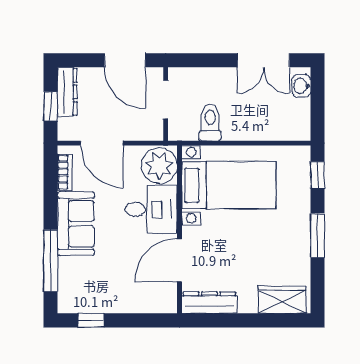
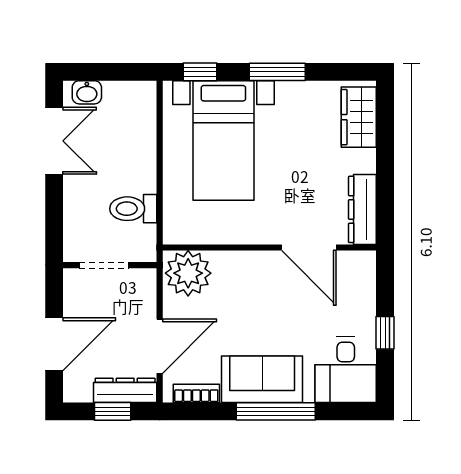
door: (125, 60) -> (54, 344), moved
dresser: (67, 92) -> (125, 390), moved
bed with nightstands: (229, 185) -> (223, 141), moved, turned 180
desk: (151, 209) -> (346, 370), moved, turned 180
window: (51, 261) -> (276, 411), moved
window: (91, 320) -> (385, 333), moved

